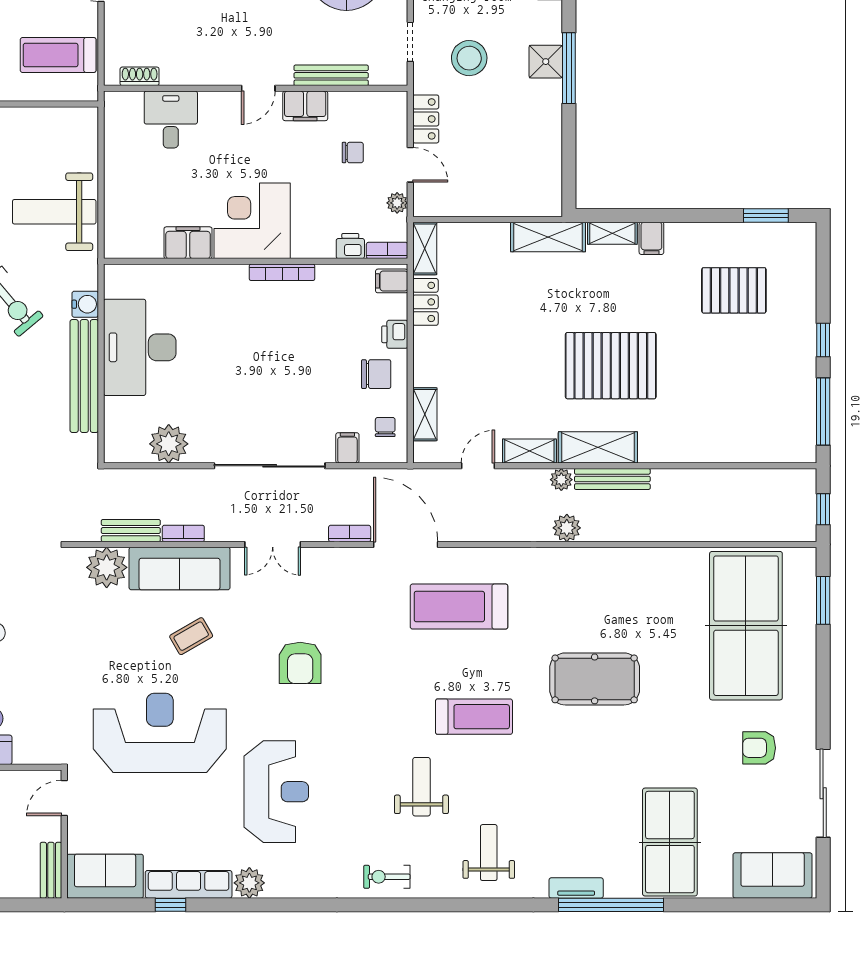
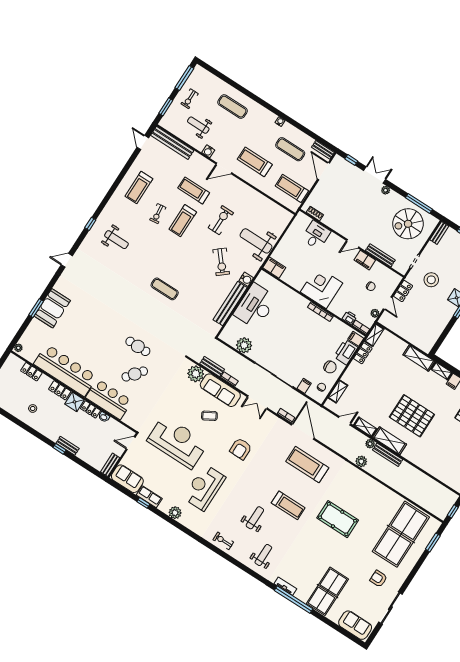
filing cabinet: (188, 243) -> (274, 268), moved
printer: (395, 334) -> (346, 352), width x1.87, depth x1.48
reception desk: (276, 792) -> (204, 488), turned 180
row of seats: (189, 884) -> (149, 497), width x0.68

